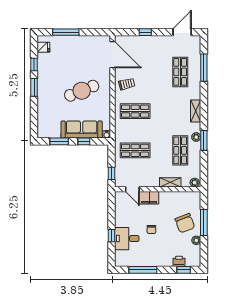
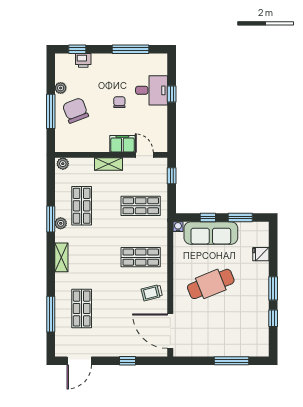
fridge: (43, 47) -> (261, 254), moved
shelving: (170, 182) -> (109, 164), moved

